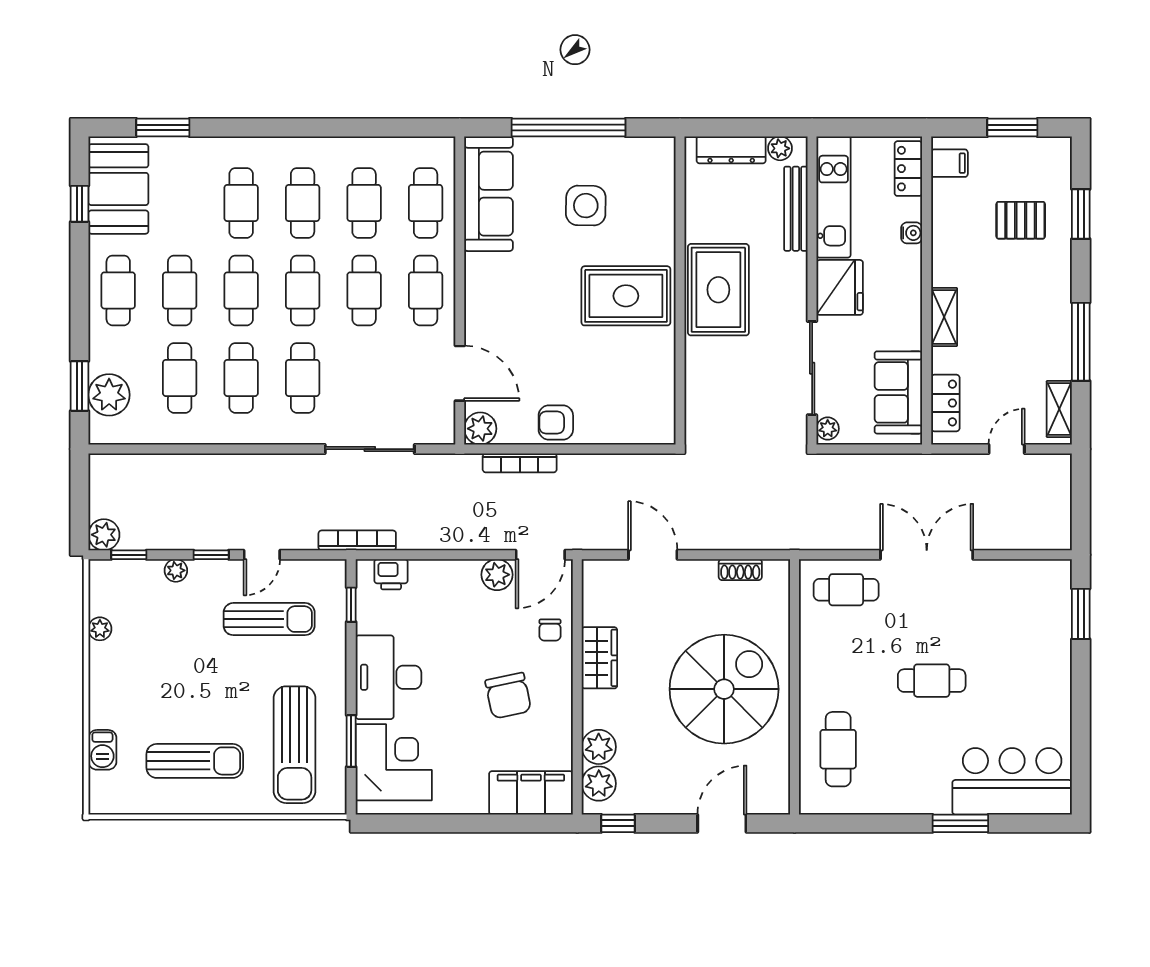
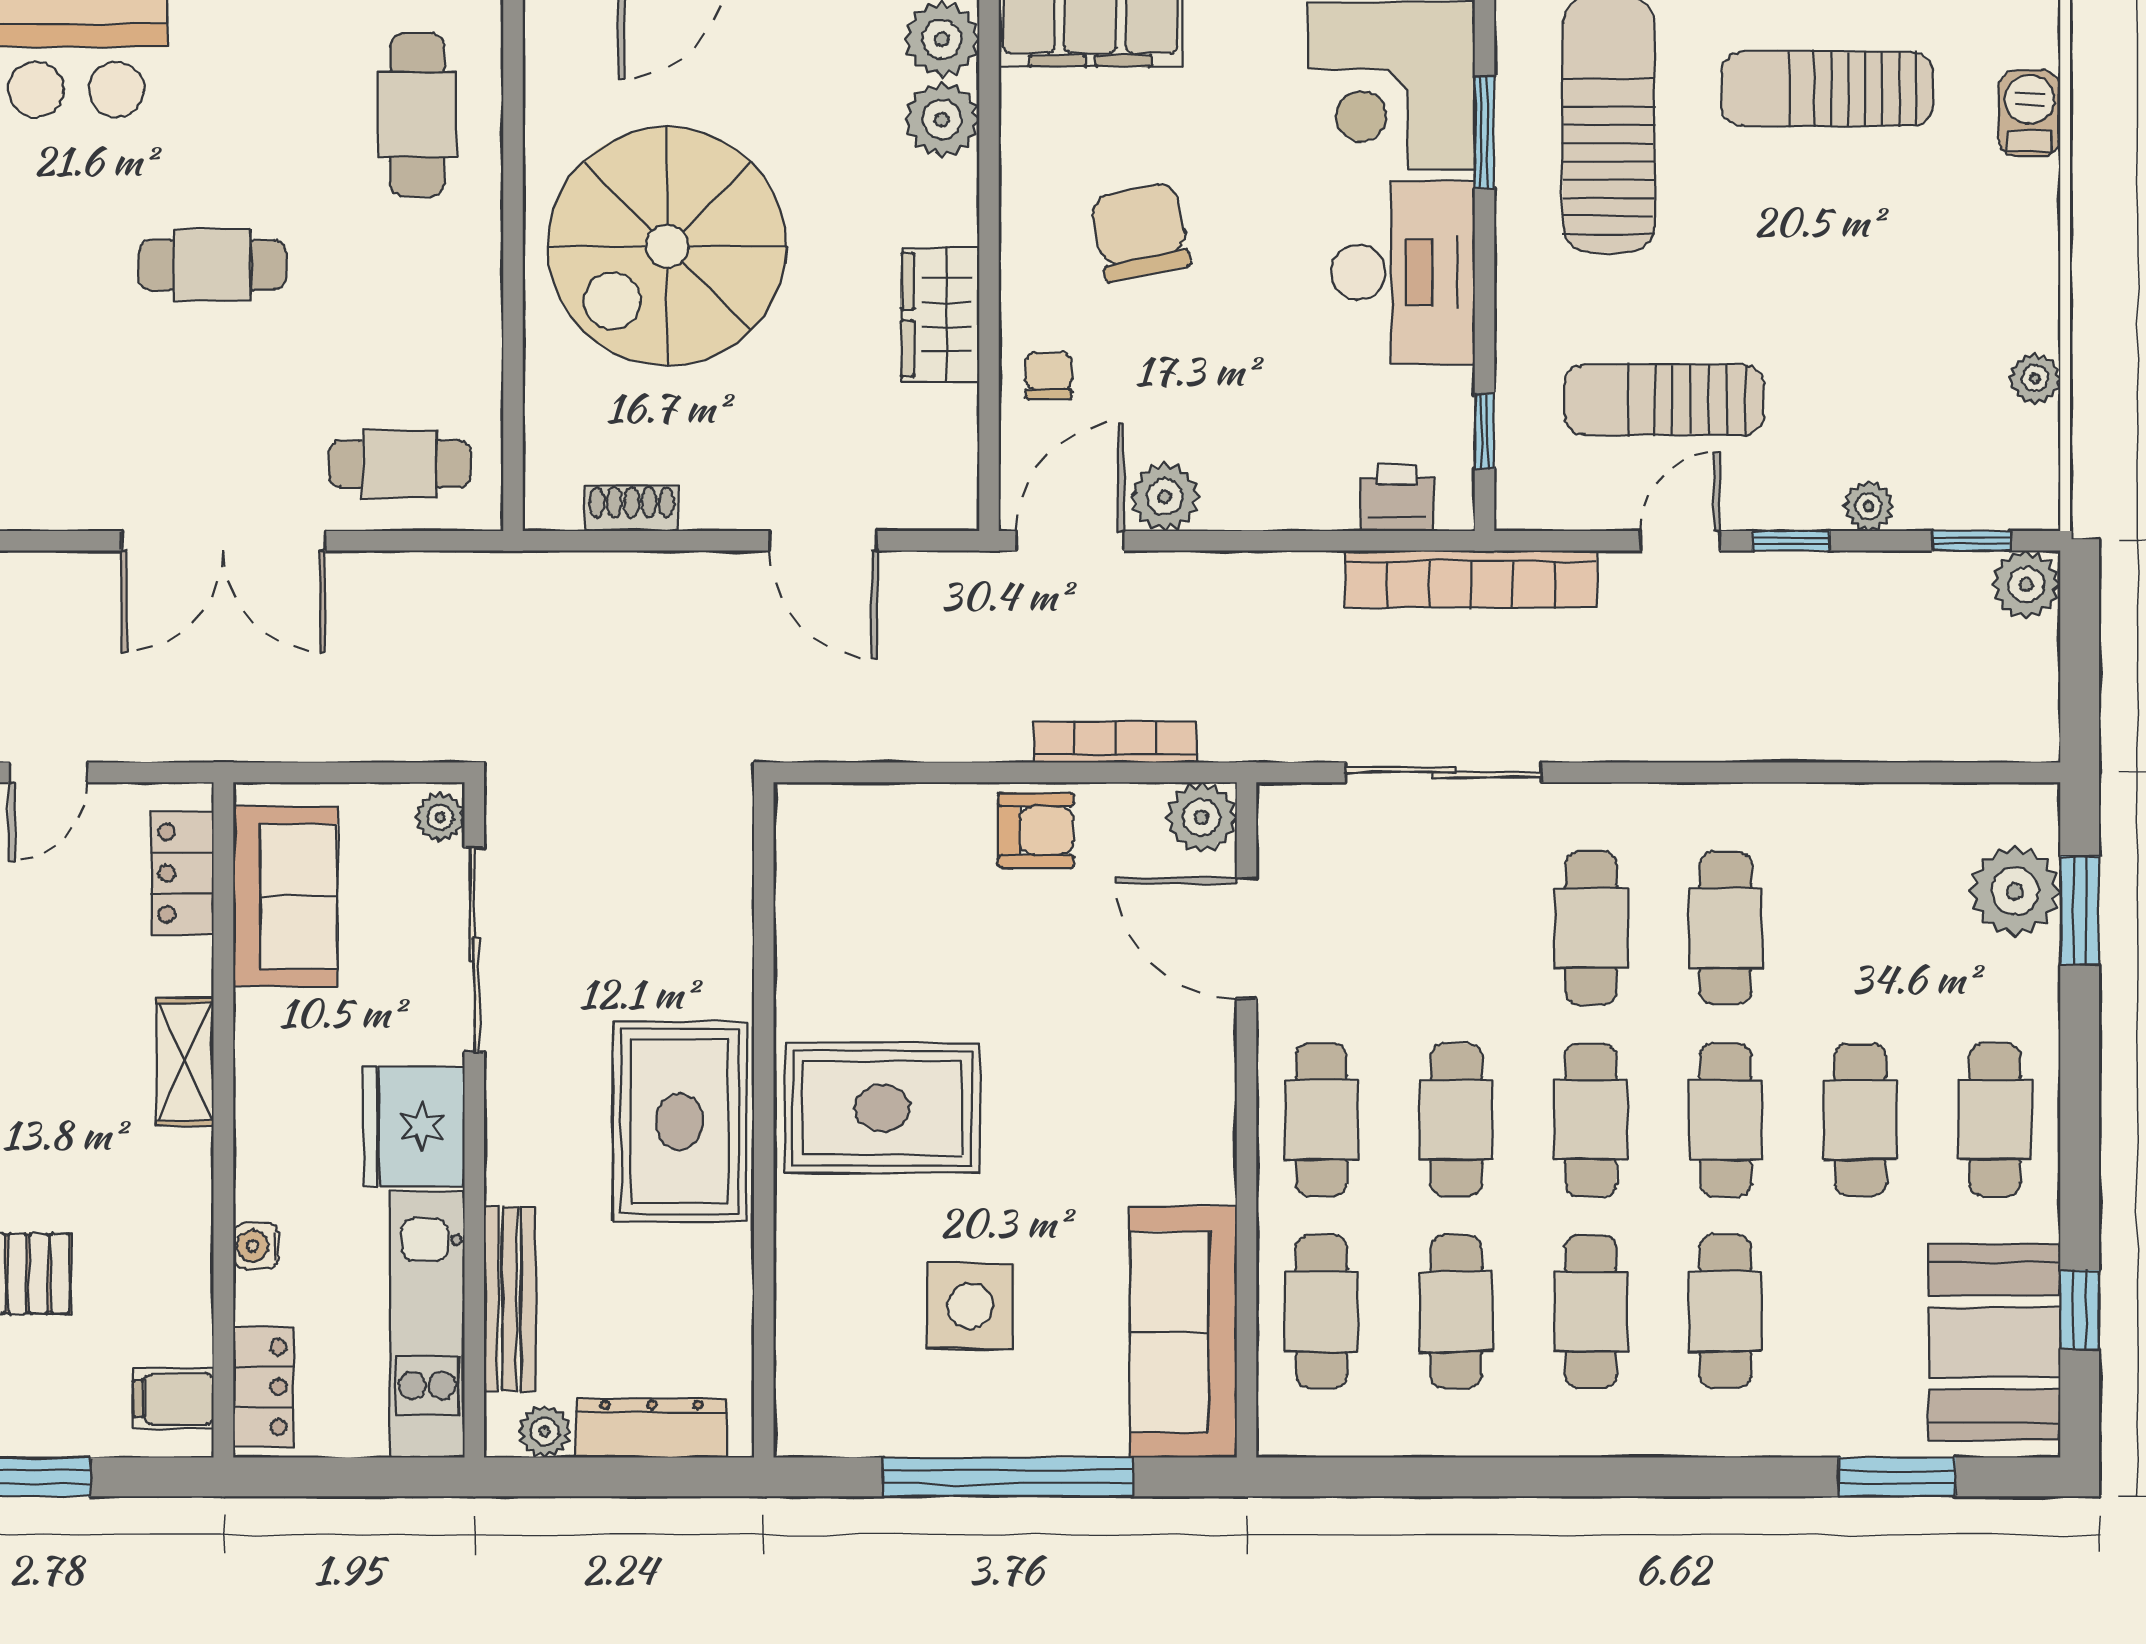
cafe table: (180, 378) -> (1860, 928), removed
bookcase: (357, 540) -> (1471, 579), width x1.48, depth x1.31

